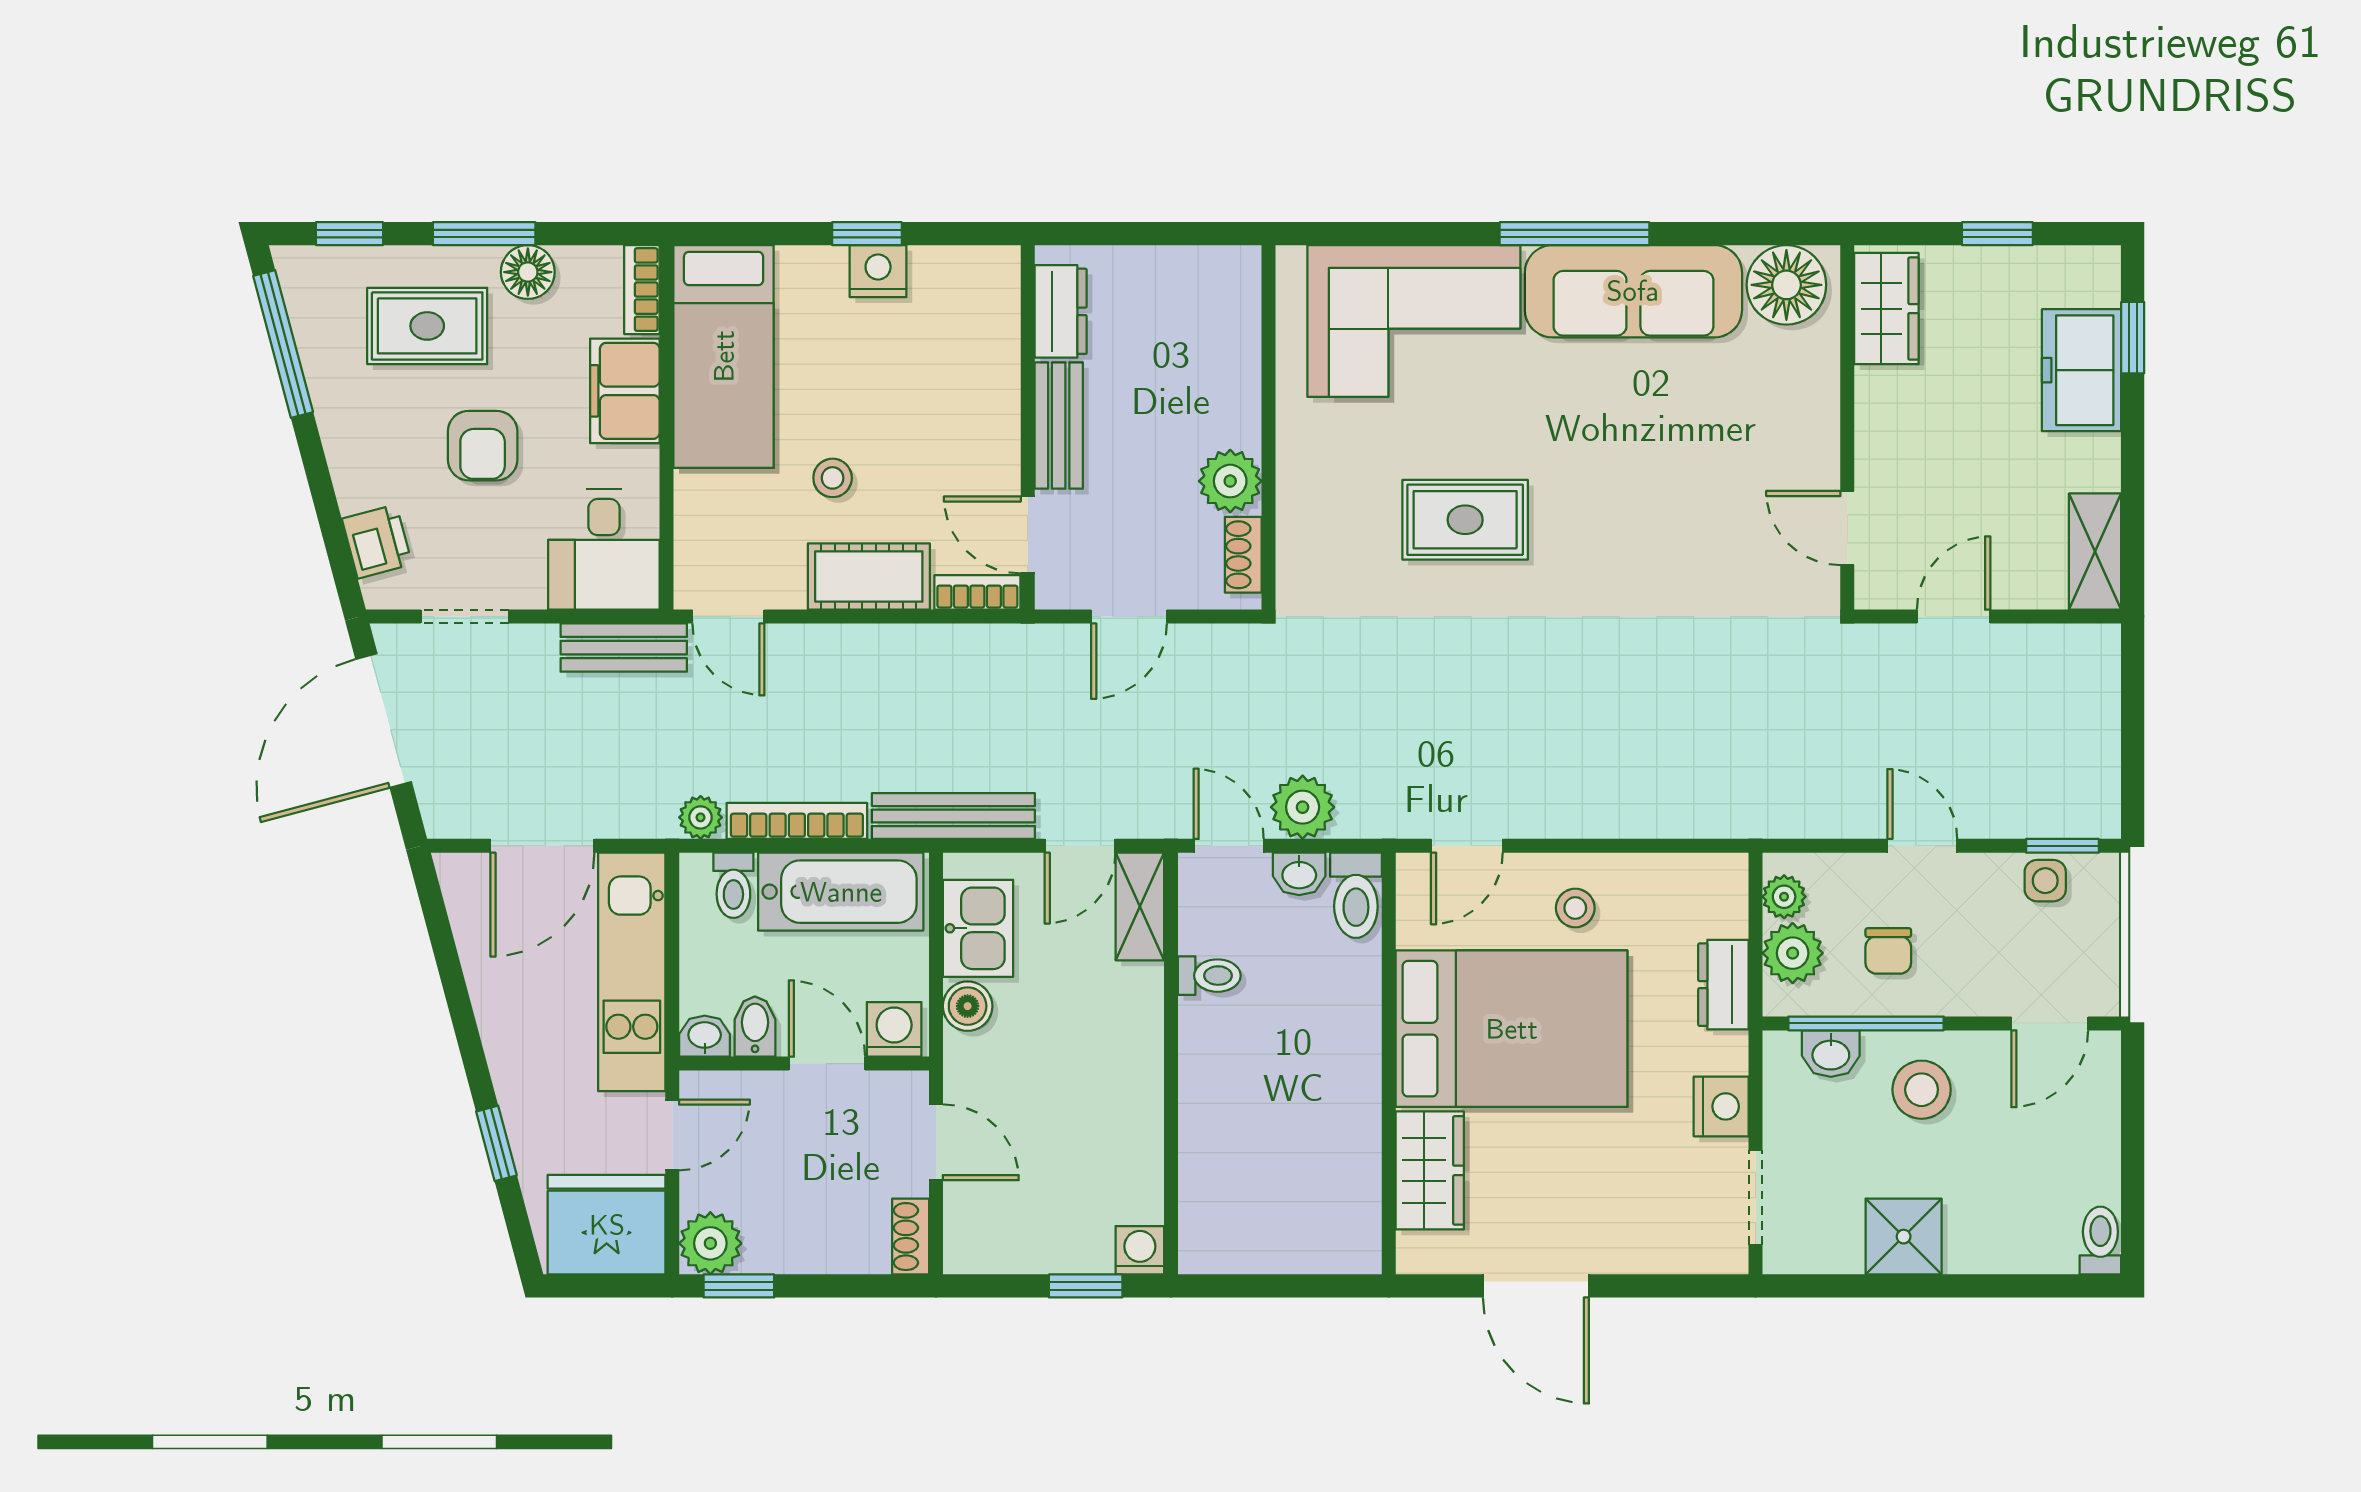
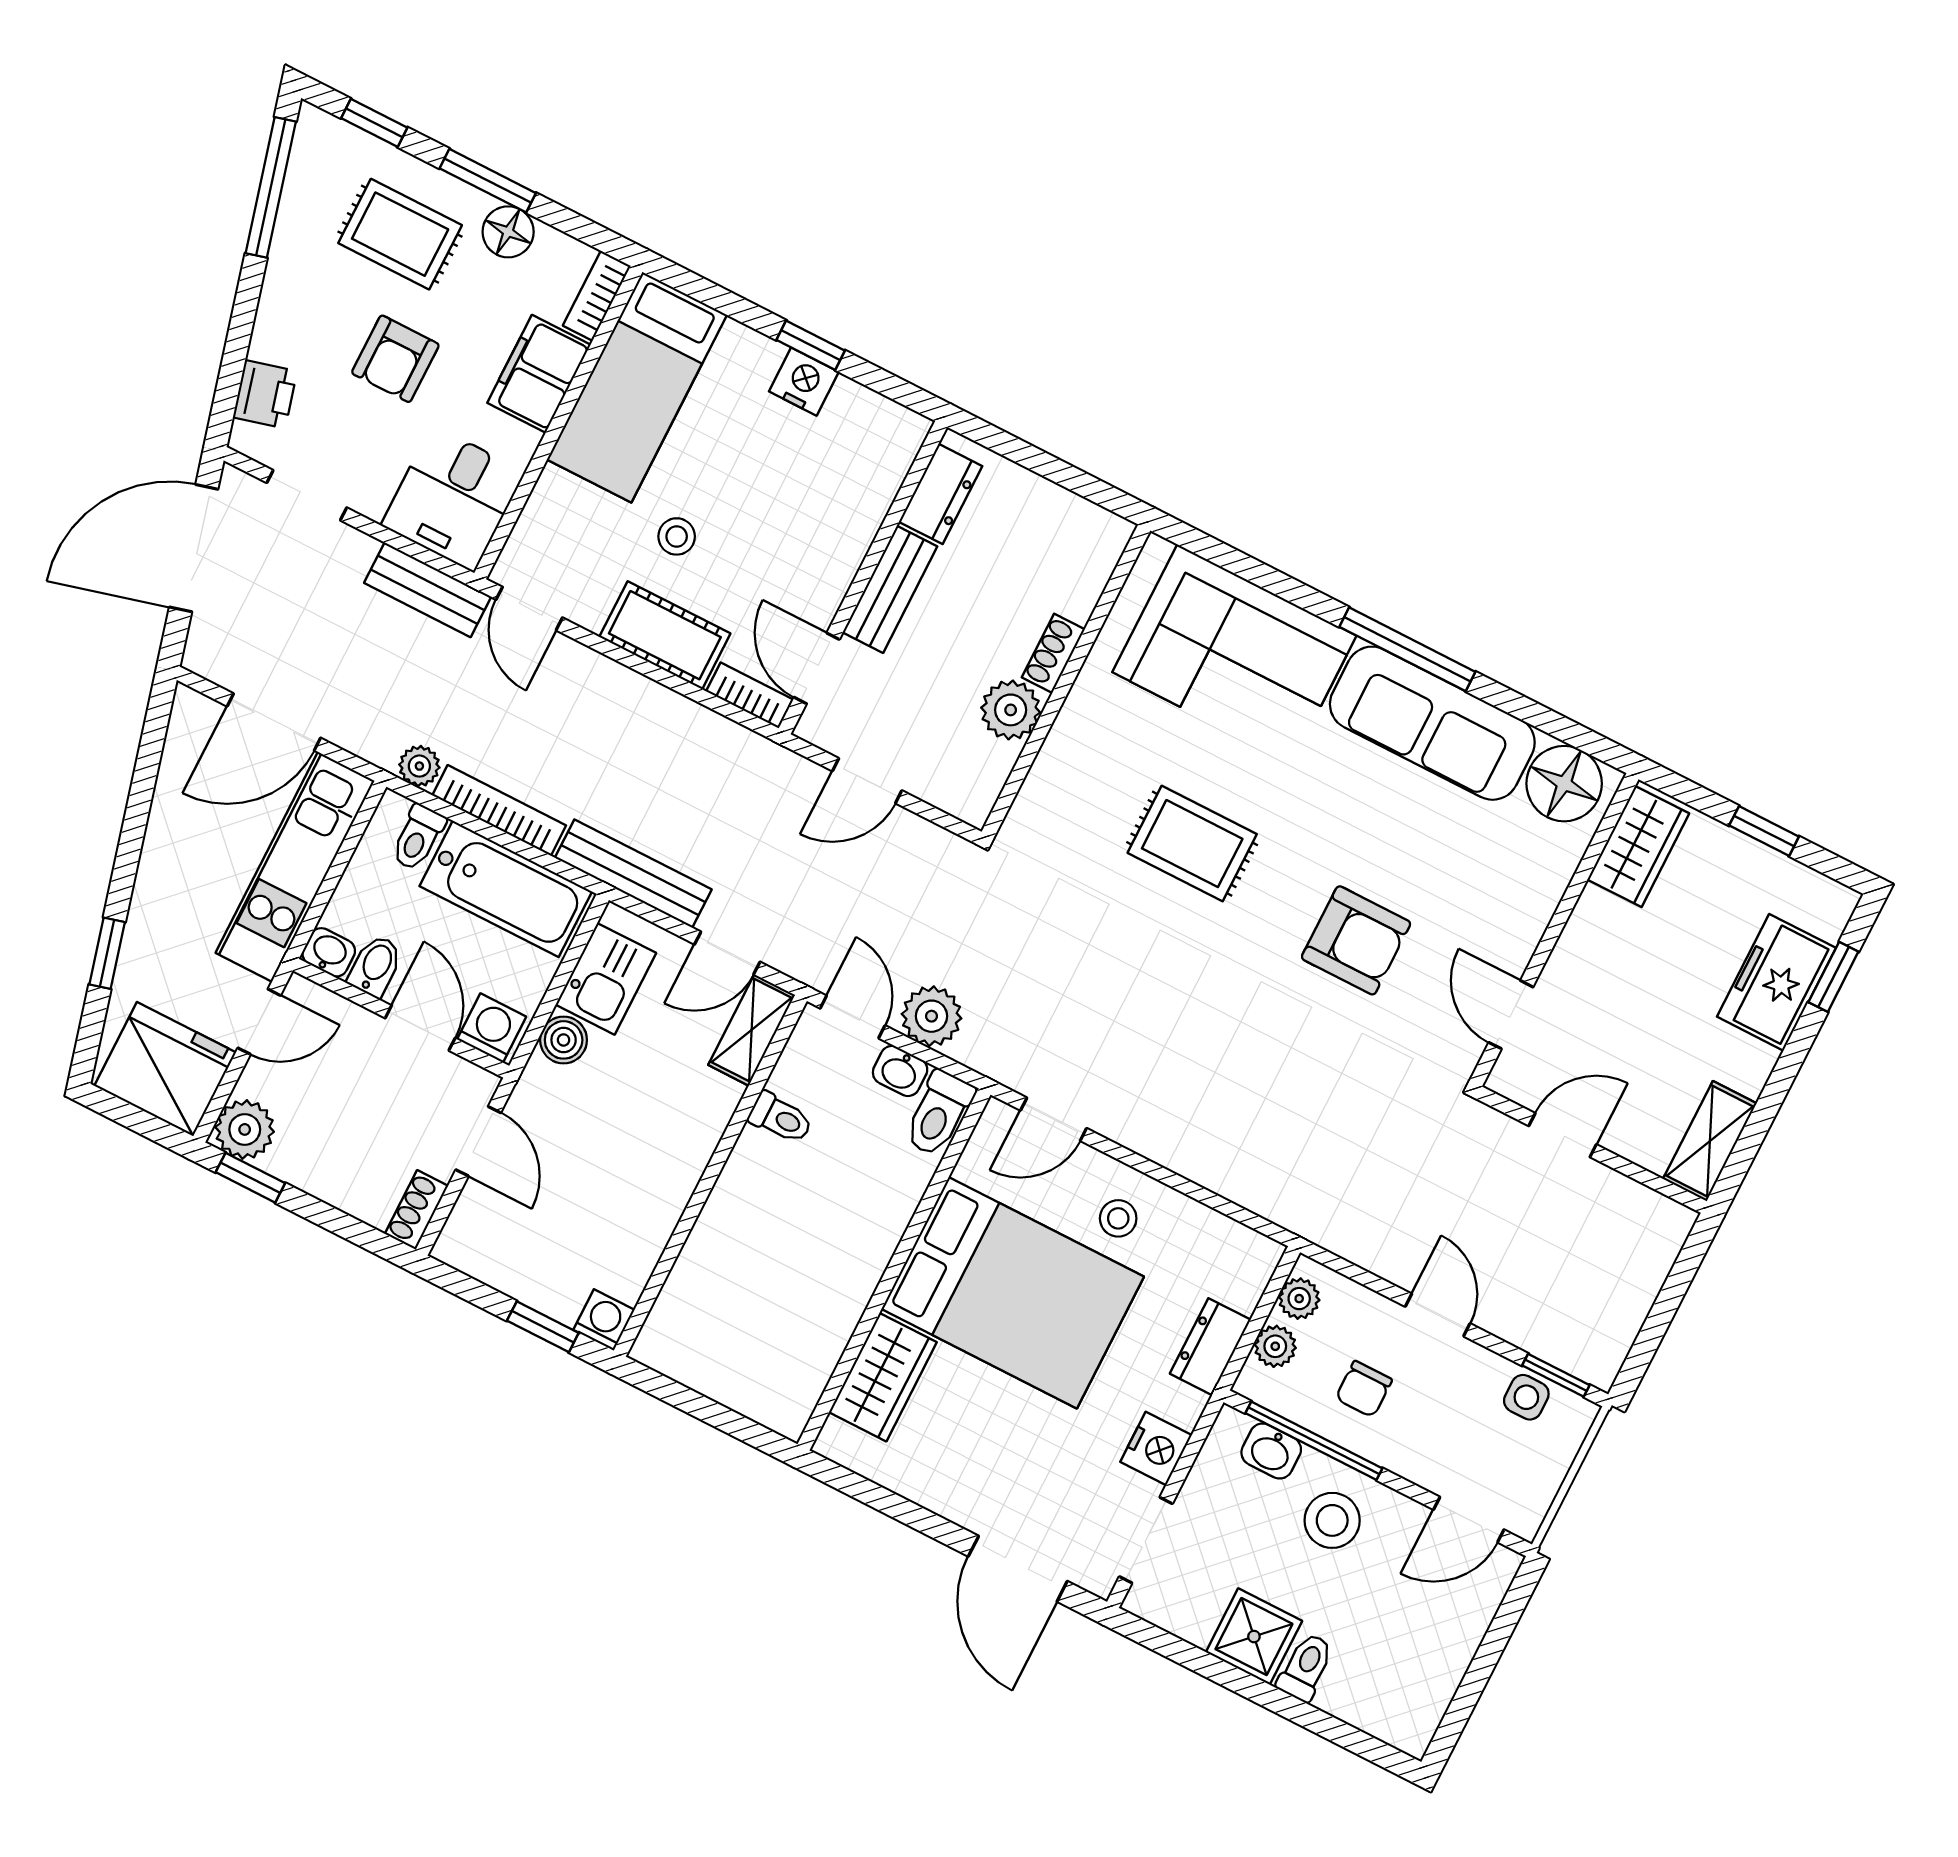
armchair: (1666, 532) -> (1356, 940), added
shoe rack: (1243, 555) -> (1053, 653), moved
plant: (1793, 953) -> (1275, 1346), width x0.73, depth x0.73
toilet: (2100, 1241) -> (1306, 1667), moved
door: (1536, 1286) -> (1018, 1569), moved

